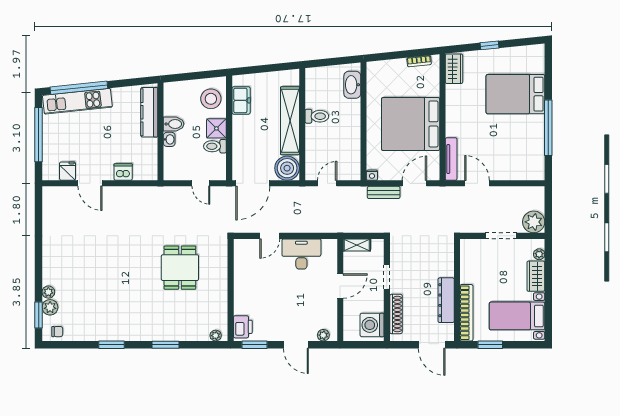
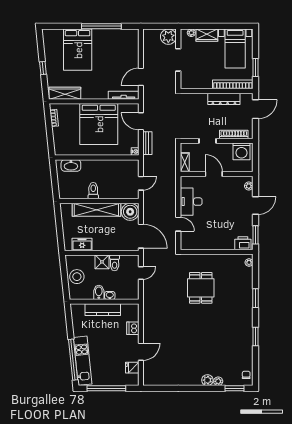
wardrobe: (454, 69) -> (65, 93), width x1.50
stool: (211, 99) -> (77, 277), moved
kitchen counter: (149, 112) -> (103, 310), moved
door: (327, 183) -> (141, 183), swing flipped
dining table: (180, 268) -> (201, 288), turned 90
plant: (50, 307) -> (207, 380), moved

